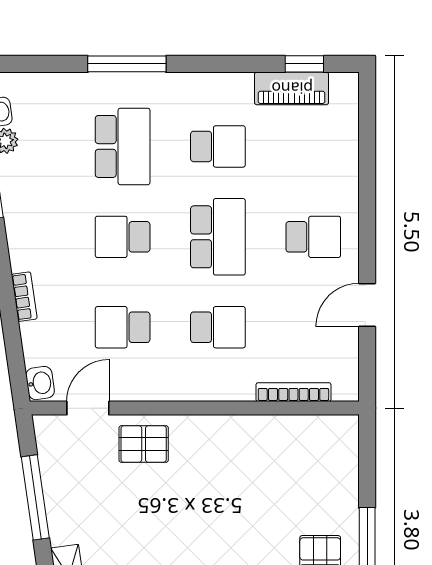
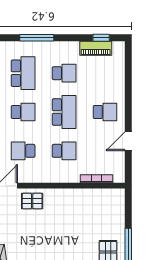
window: (127, 64) -> (37, 38), moved
school desk: (123, 237) -> (23, 112), turned 180

